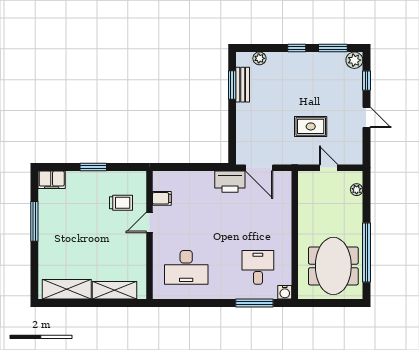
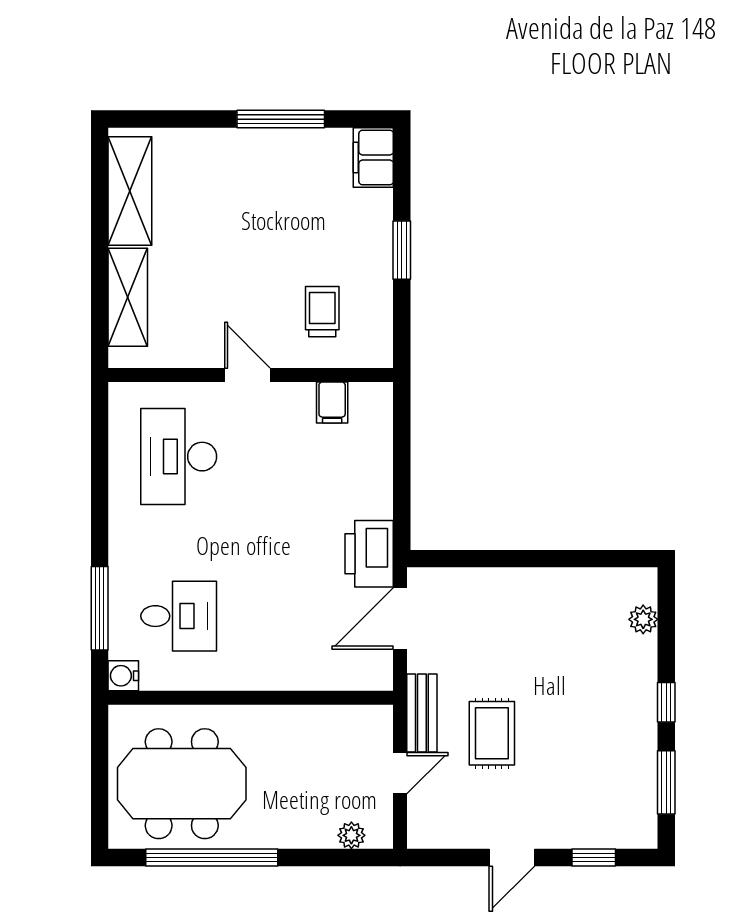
plant: (354, 60) -> (639, 830), removed
window: (232, 85) -> (584, 559), removed
bench: (243, 85) -> (422, 713), moved, turned 90
trolley: (121, 203) -> (322, 312), turned 180
door: (149, 222) -> (247, 375), moved

